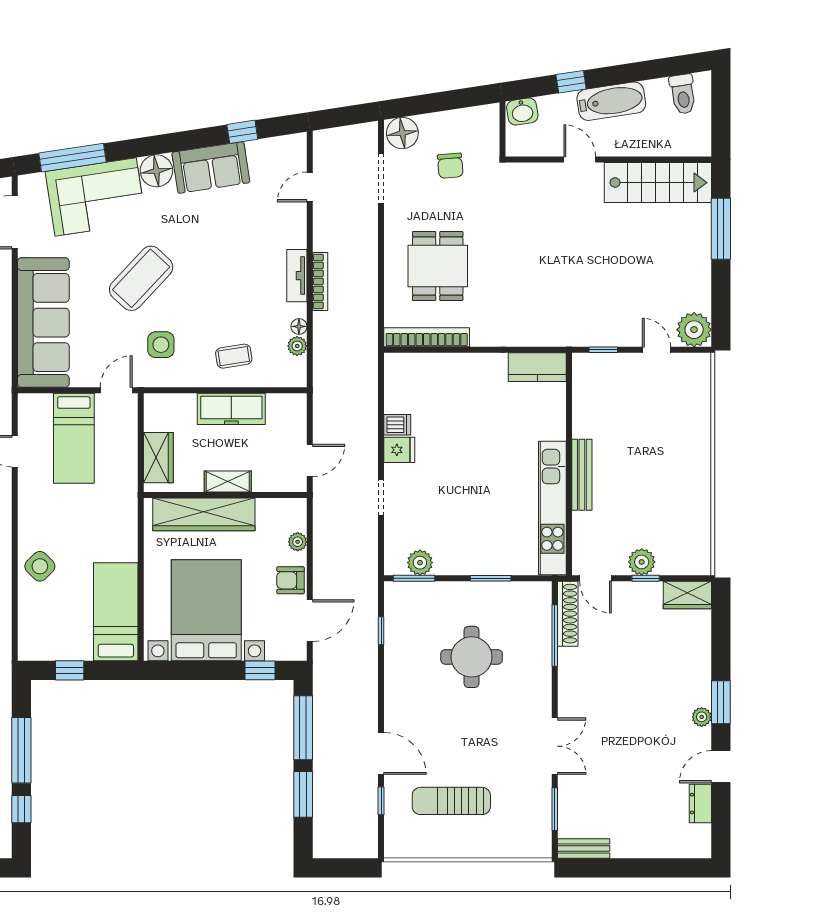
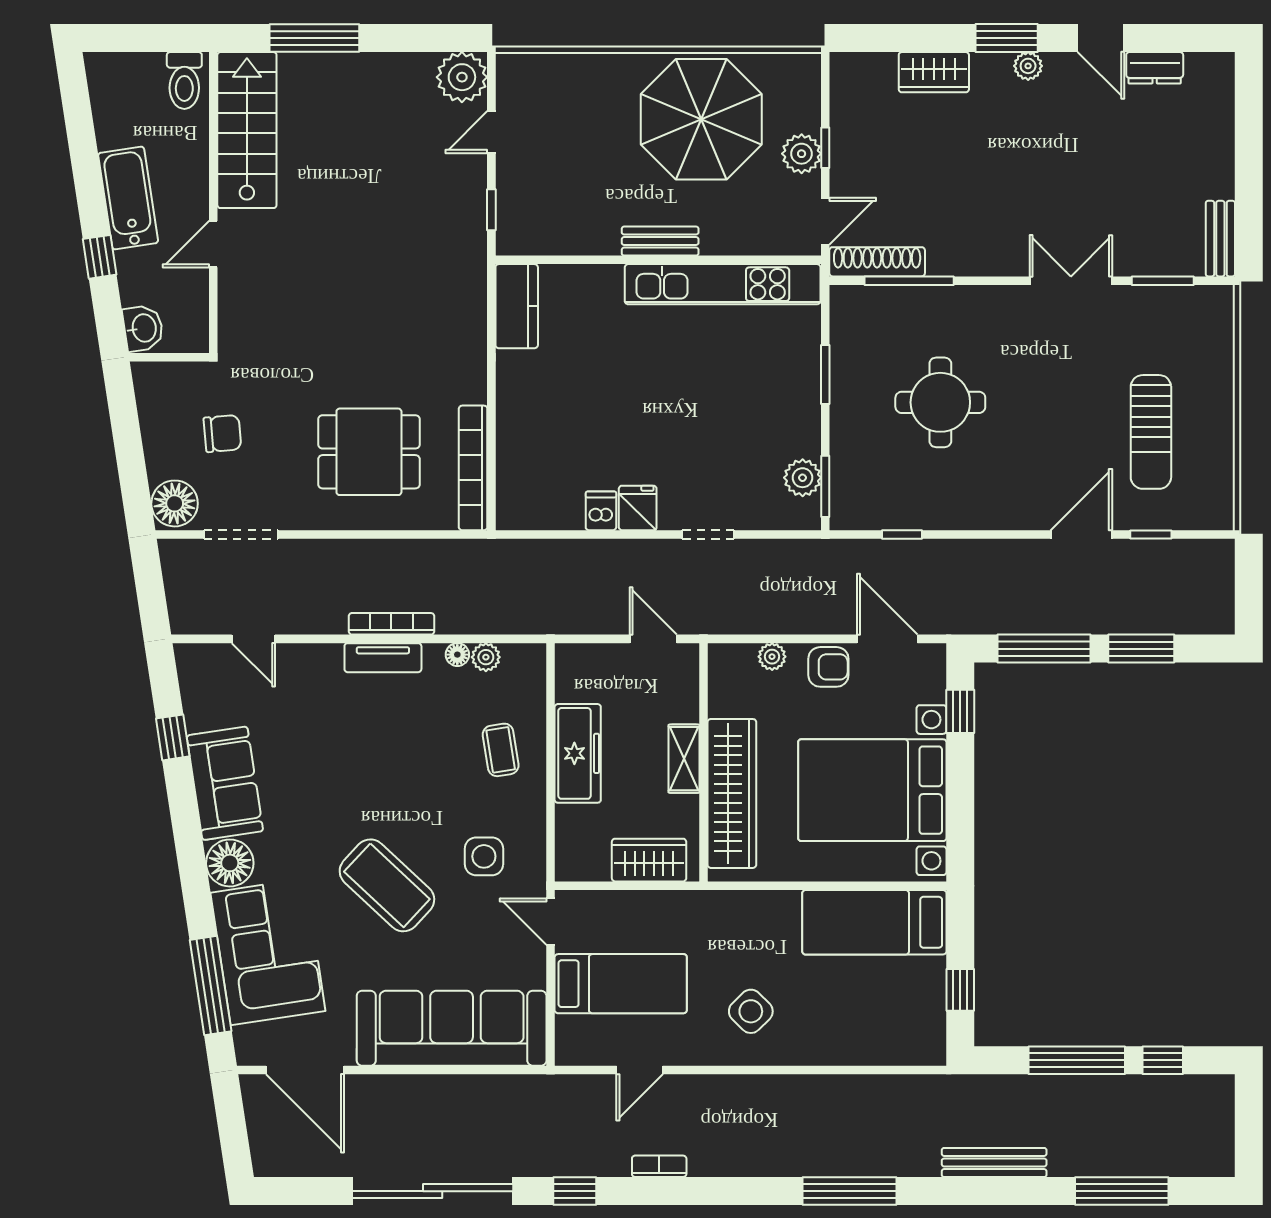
toilet: (683, 94) -> (184, 80), moved, turned 99
bench: (582, 475) -> (660, 241), width x0.73
parasol: (665, 493) -> (701, 119), added
side table: (40, 566) -> (751, 1011), moved
armchair: (291, 580) -> (828, 667), turned -90
wardrobe: (687, 595) -> (934, 72), moved, turned 90

